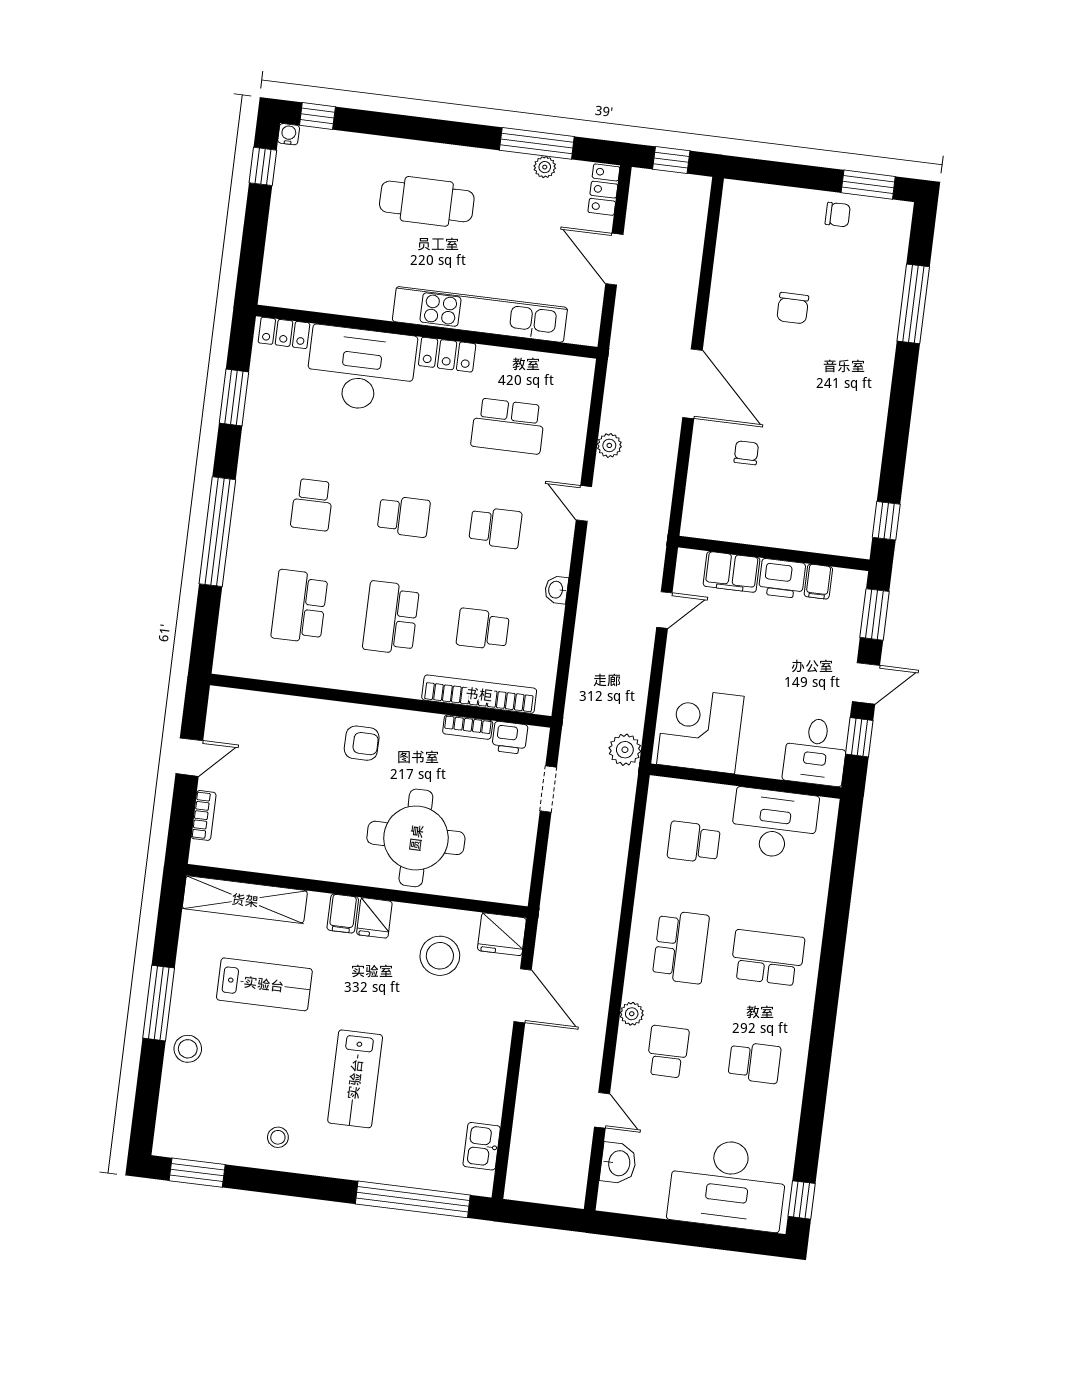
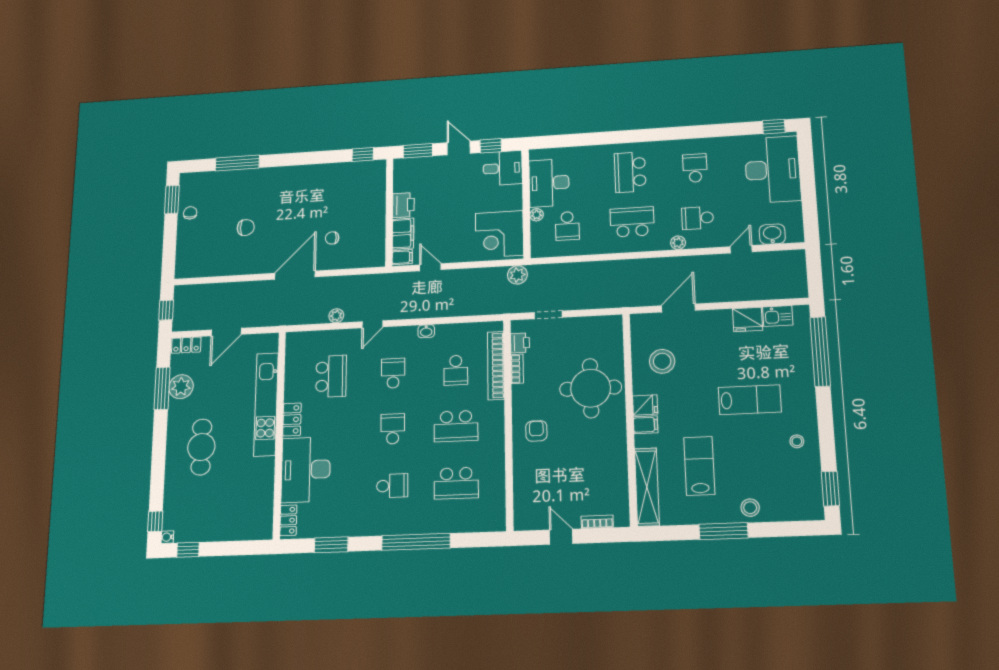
plant: (545, 167) -> (181, 387), width x1.88, depth x1.88
filing cabinet: (818, 582) -> (402, 257), moved
plant: (723, 795) -> (537, 215), added
fridge: (502, 934) -> (748, 319), moved, turned 90

